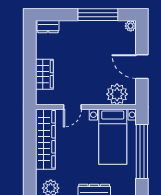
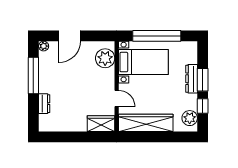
dresser: (48, 27) -> (44, 104), moved
door: (142, 67) -> (70, 36), moved
wardrobe: (44, 74) -> (101, 124), moved

